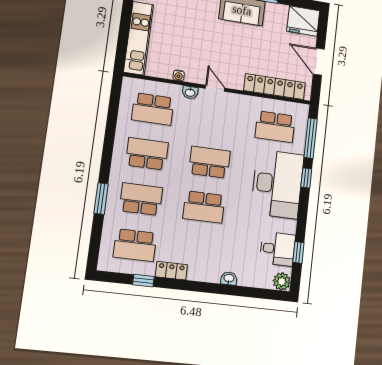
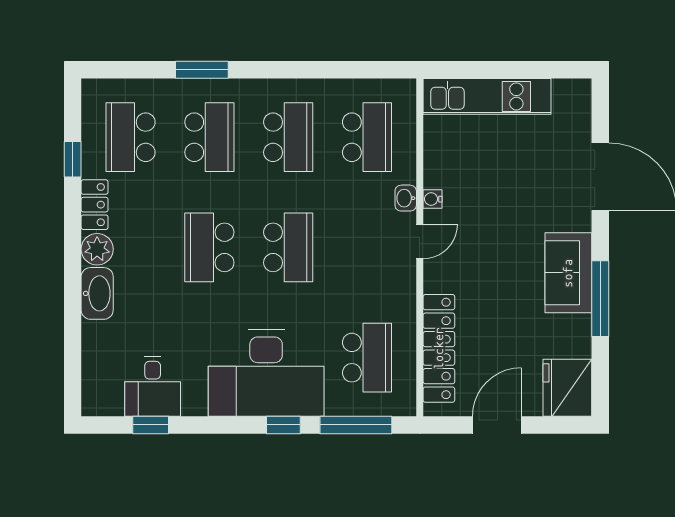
water cooler: (179, 75) -> (433, 199), moved
school desk: (153, 109) -> (367, 137), turned 180
school desk: (275, 127) -> (367, 358), turned 180
washbasin: (229, 278) -> (97, 293), width x1.91, depth x1.45
plant: (282, 281) -> (97, 249), moved

